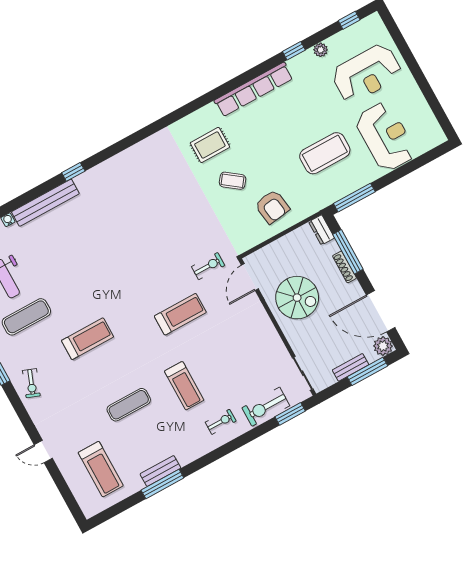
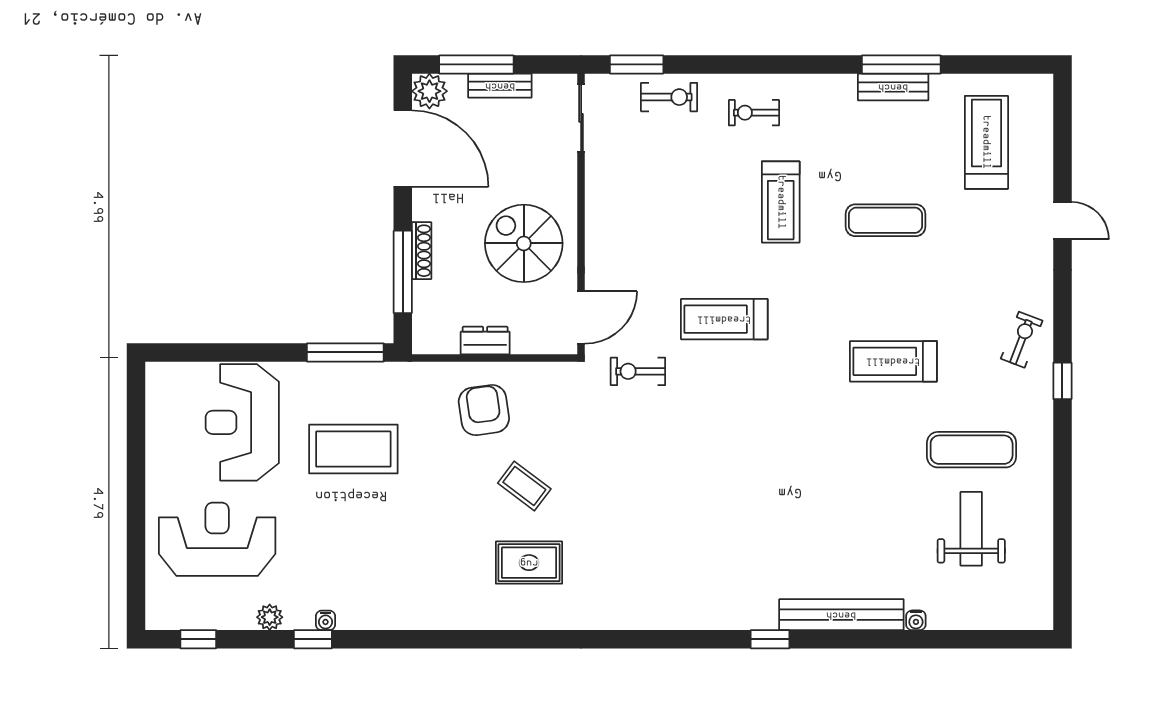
water cooler: (293, 63) -> (326, 620), added
row of seats: (254, 89) -> (411, 613), removed
dresser: (322, 230) -> (485, 341), moved, turned -90
treadmill: (184, 386) -> (781, 202), turned 180
exercise bike: (266, 407) -> (669, 97), width x0.73, depth x0.72

